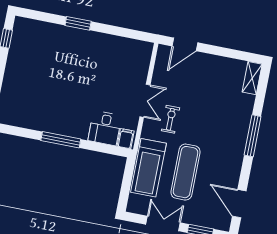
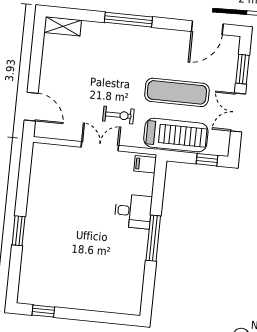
exercise bike: (170, 119) -> (118, 115), turned 180
desk: (105, 128) -> (133, 211), moved
window: (125, 193) -> (207, 160), added

